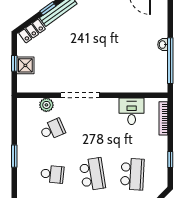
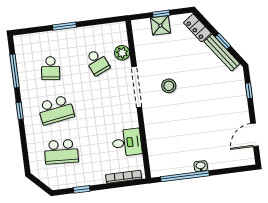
stool: (83, 65) -> (169, 86), added

